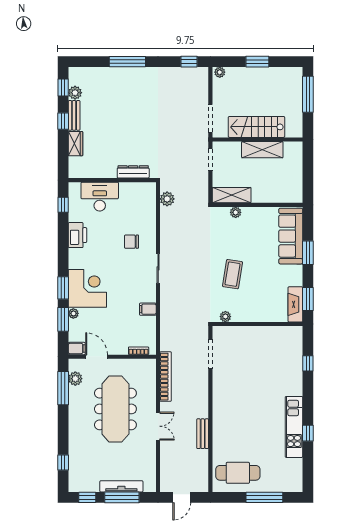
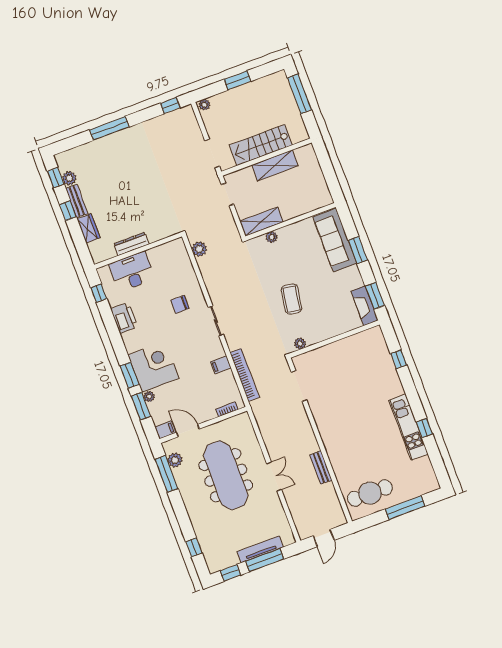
dresser: (133, 172) -> (131, 244), moved
bookcase: (166, 377) -> (245, 375), moved

